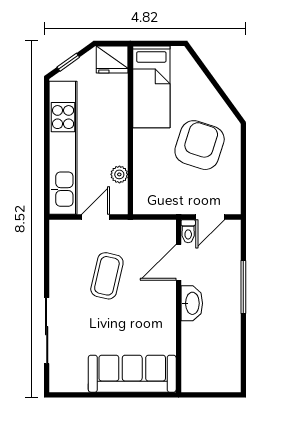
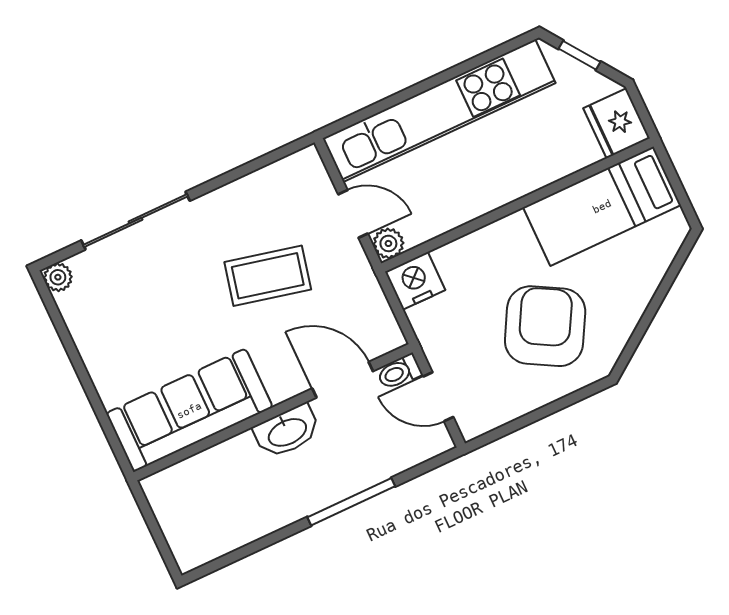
armchair: (200, 145) -> (545, 326), turned -79
plant: (119, 174) -> (388, 243), moved
nightstand: (145, 201) -> (415, 281), added
sofa: (132, 374) -> (189, 410), moved, turned -90
plant: (57, 384) -> (58, 277), added

